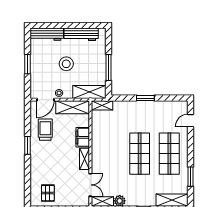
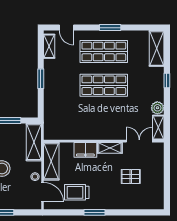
shelving: (102, 105) -> (49, 46), moved
window: (190, 177) -> (110, 28), moved
pallet: (48, 193) -> (131, 177), moved

